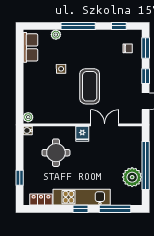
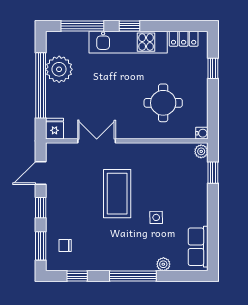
window: (20, 102) -> (213, 173), added
double door: (105, 125) -> (97, 141), swing flipped
fridge: (82, 134) -> (54, 129), moved

